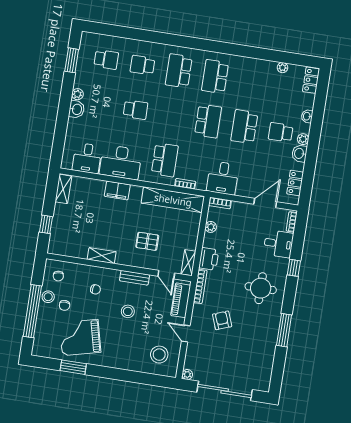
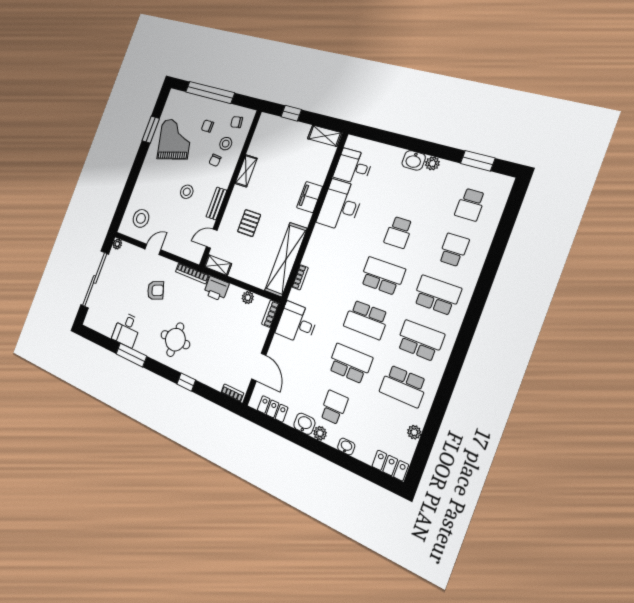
school desk: (251, 82) -> (403, 386), added
school desk: (165, 160) -> (382, 276), moved, turned 180
desk: (278, 244) -> (127, 330), moved
stool: (48, 297) -> (226, 144), moved
piano: (181, 300) -> (184, 250), removed

